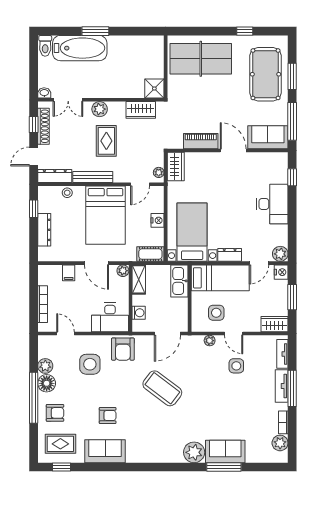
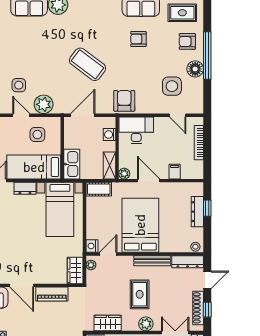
stool: (67, 193) -> (195, 247), moved
window: (34, 209) -> (207, 208), moved
nightstand: (158, 220) -> (92, 246), moved
plant: (210, 341) -> (44, 104), width x1.88, depth x1.88
side table: (90, 364) -> (172, 86), moved
plant: (45, 366) -> (196, 85), removed

